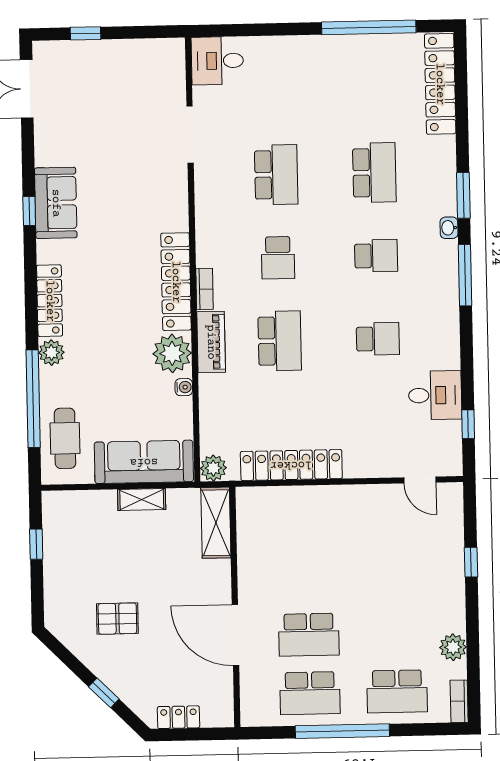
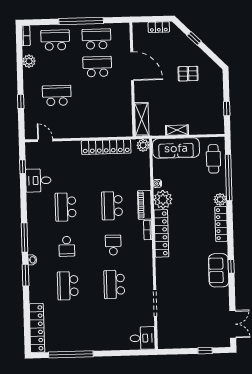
school desk: (376, 256) -> (67, 246), turned -90
school desk: (378, 339) -> (66, 207), width x1.85
school desk: (395, 574) -> (57, 95), added

